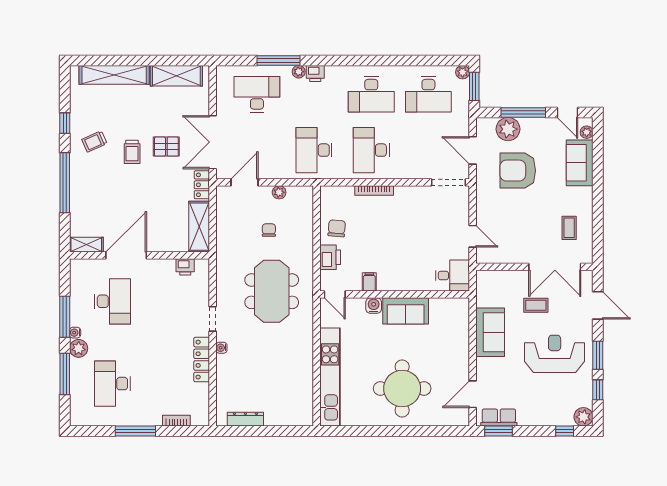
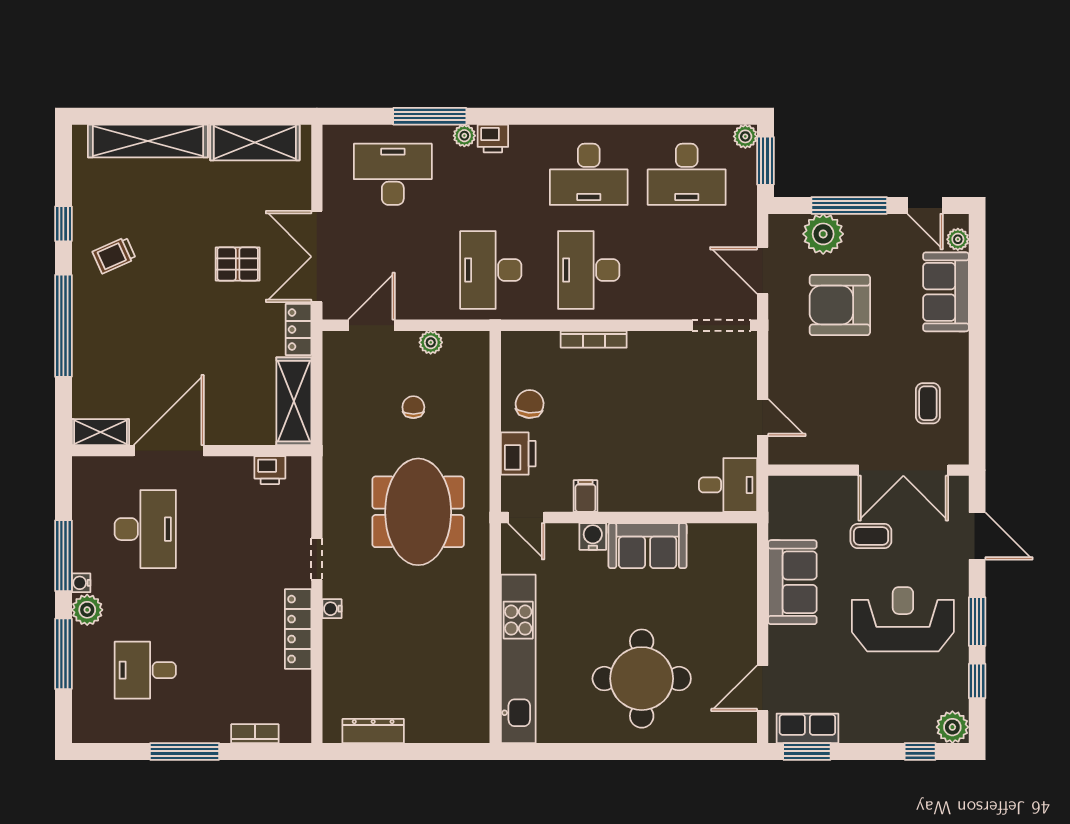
trolley: (132, 152) -> (179, 273), removed
desk: (112, 384) -> (145, 670), width x0.73

